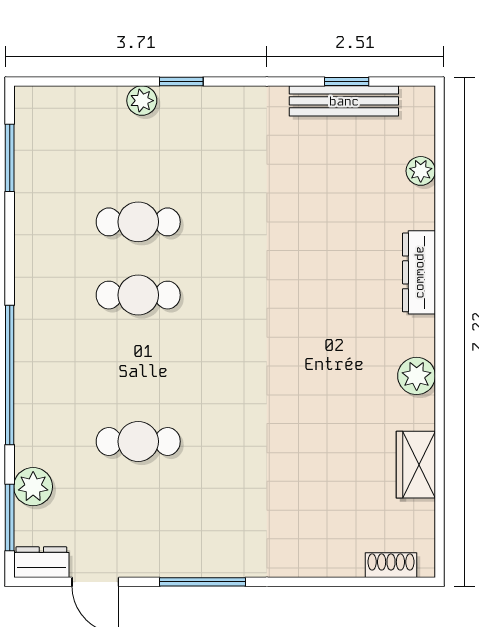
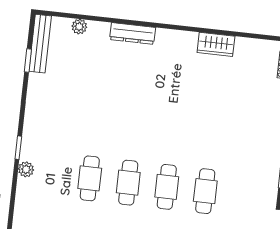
bench: (344, 101) -> (40, 44), moved
cafe table: (138, 368) -> (167, 187), added
plant: (417, 376) -> (187, 41), removed
wardrobe: (416, 465) -> (216, 44), moved

